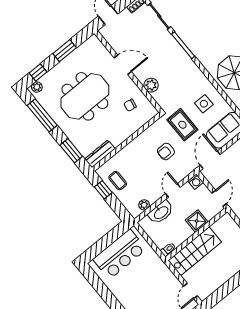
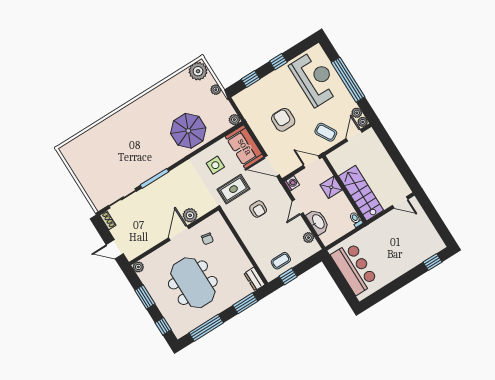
door: (123, 65) -> (179, 233), moved
plant: (37, 87) -> (138, 267), moved
dresser: (100, 154) -> (254, 279), width x0.70
door: (173, 190) -> (298, 207), hinge flipped

